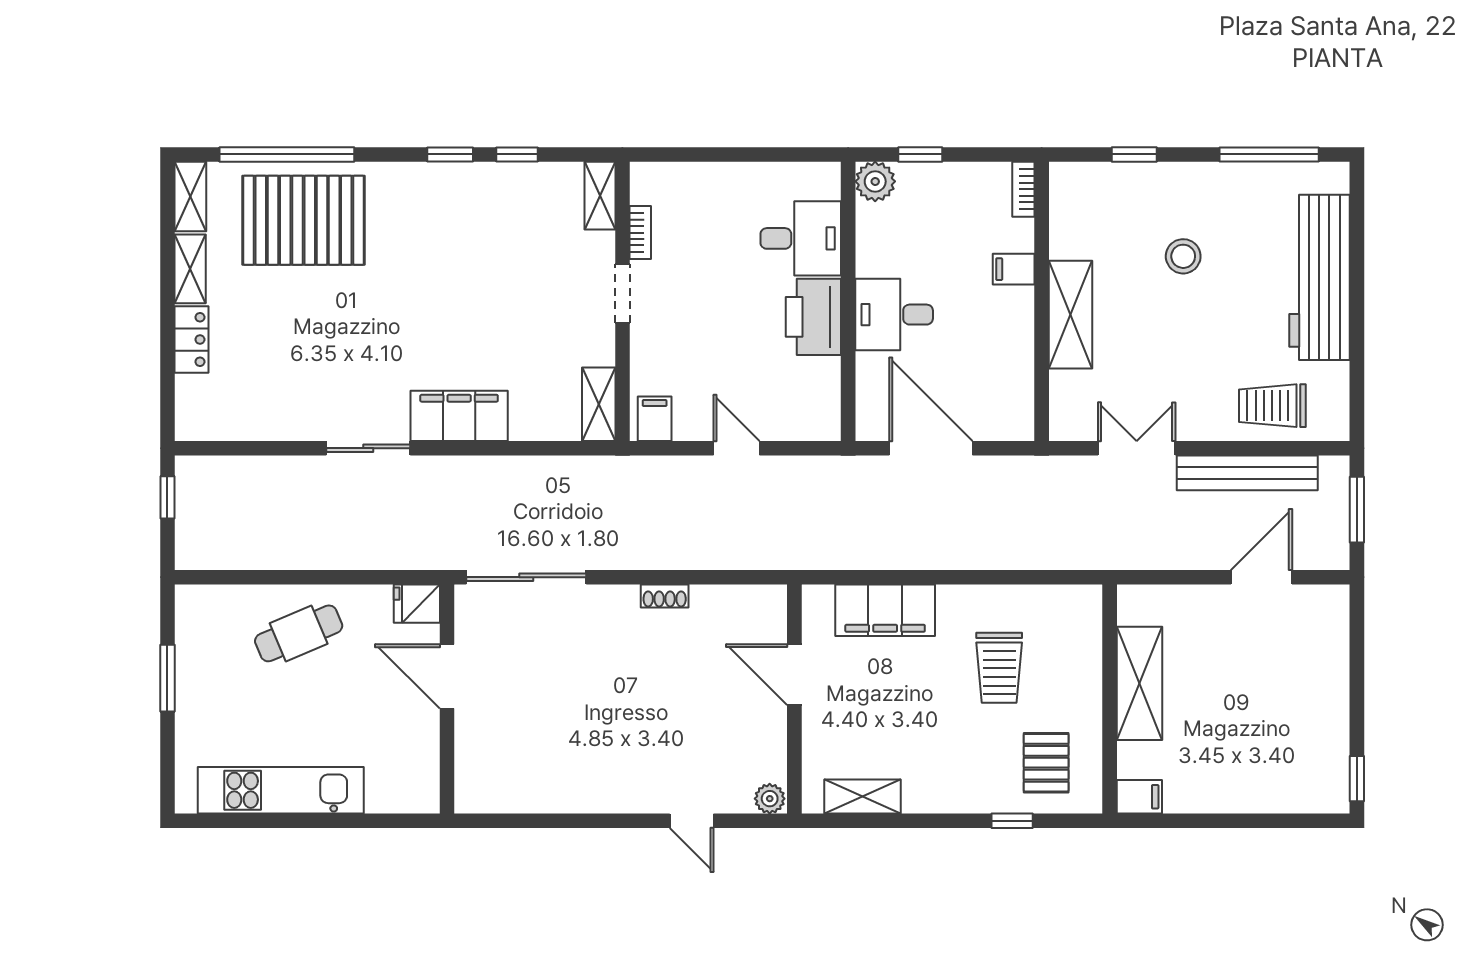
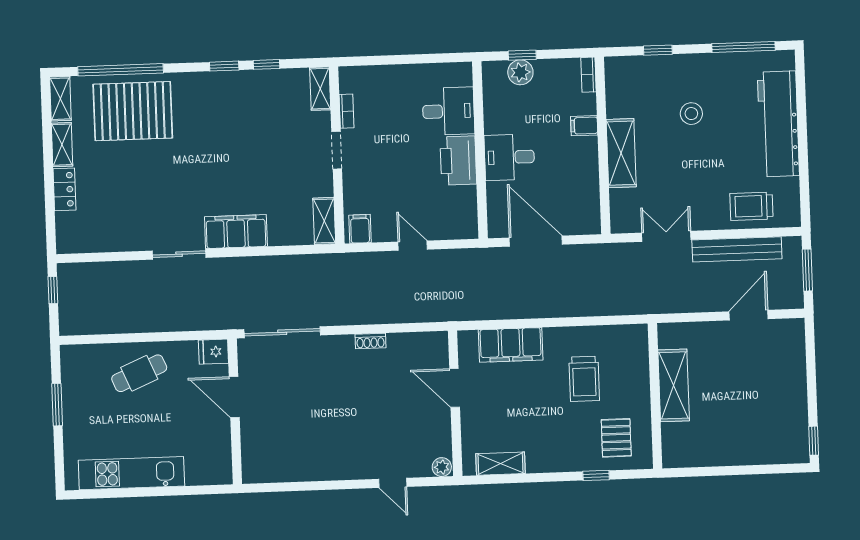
plant: (875, 181) -> (520, 72), moved
filing cabinet: (1139, 797) -> (676, 457), removed

